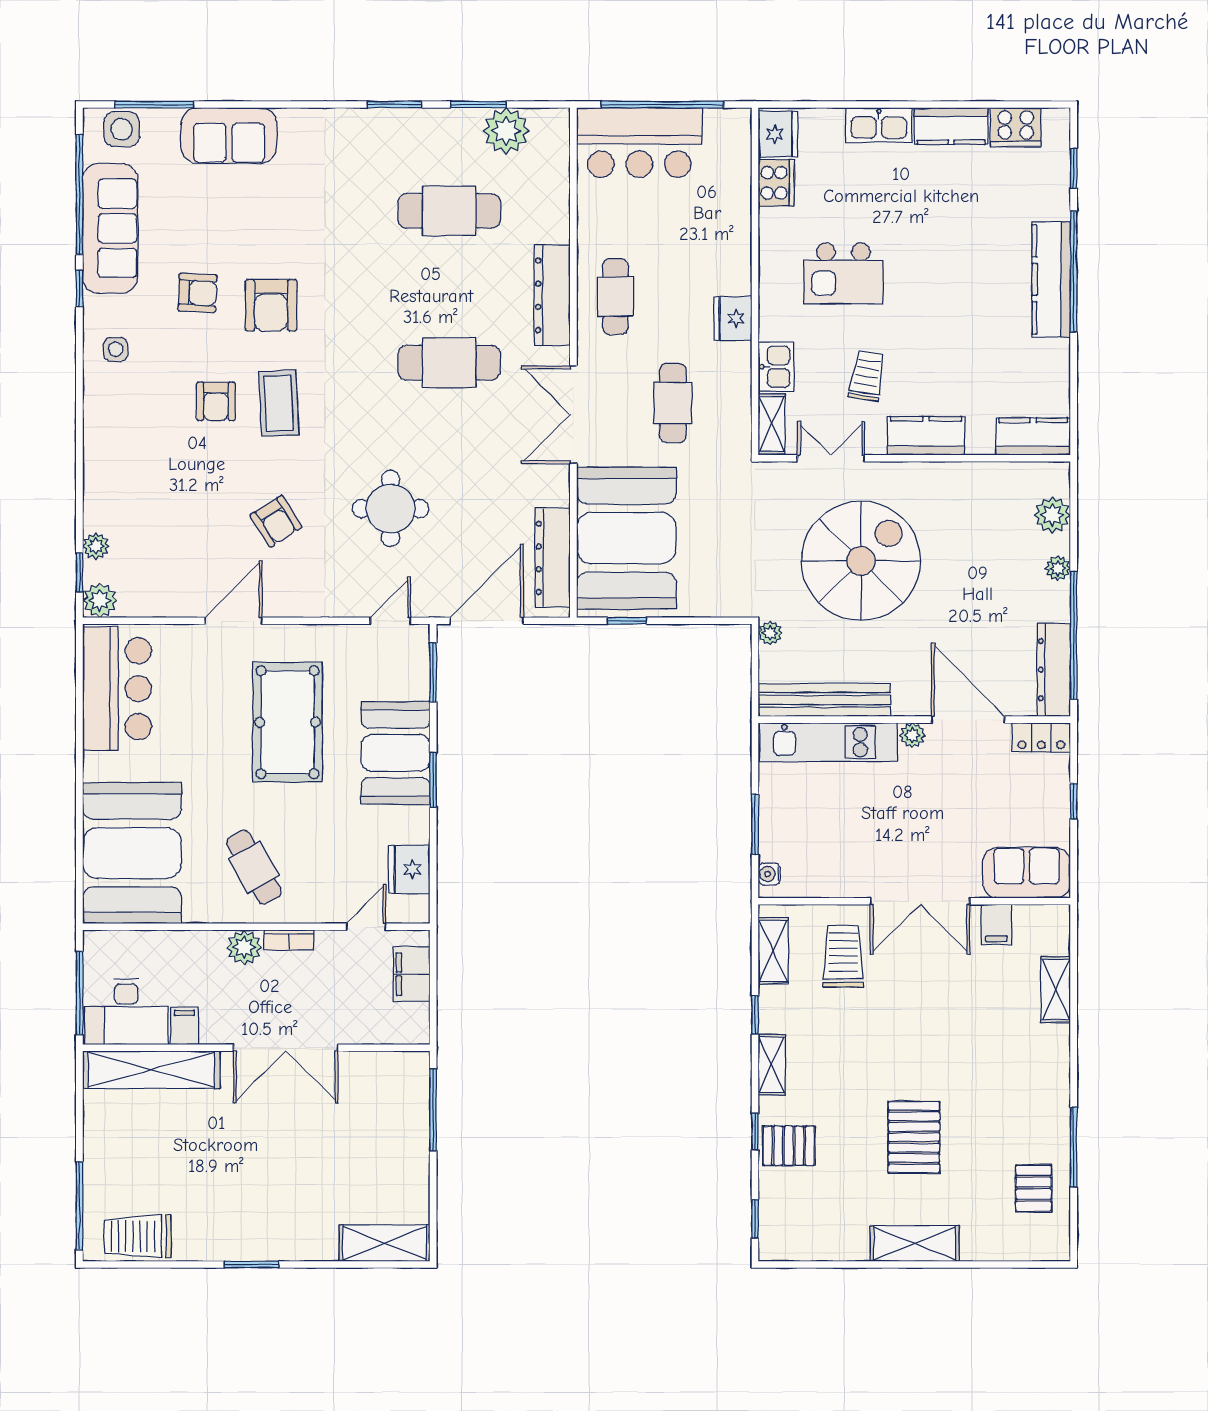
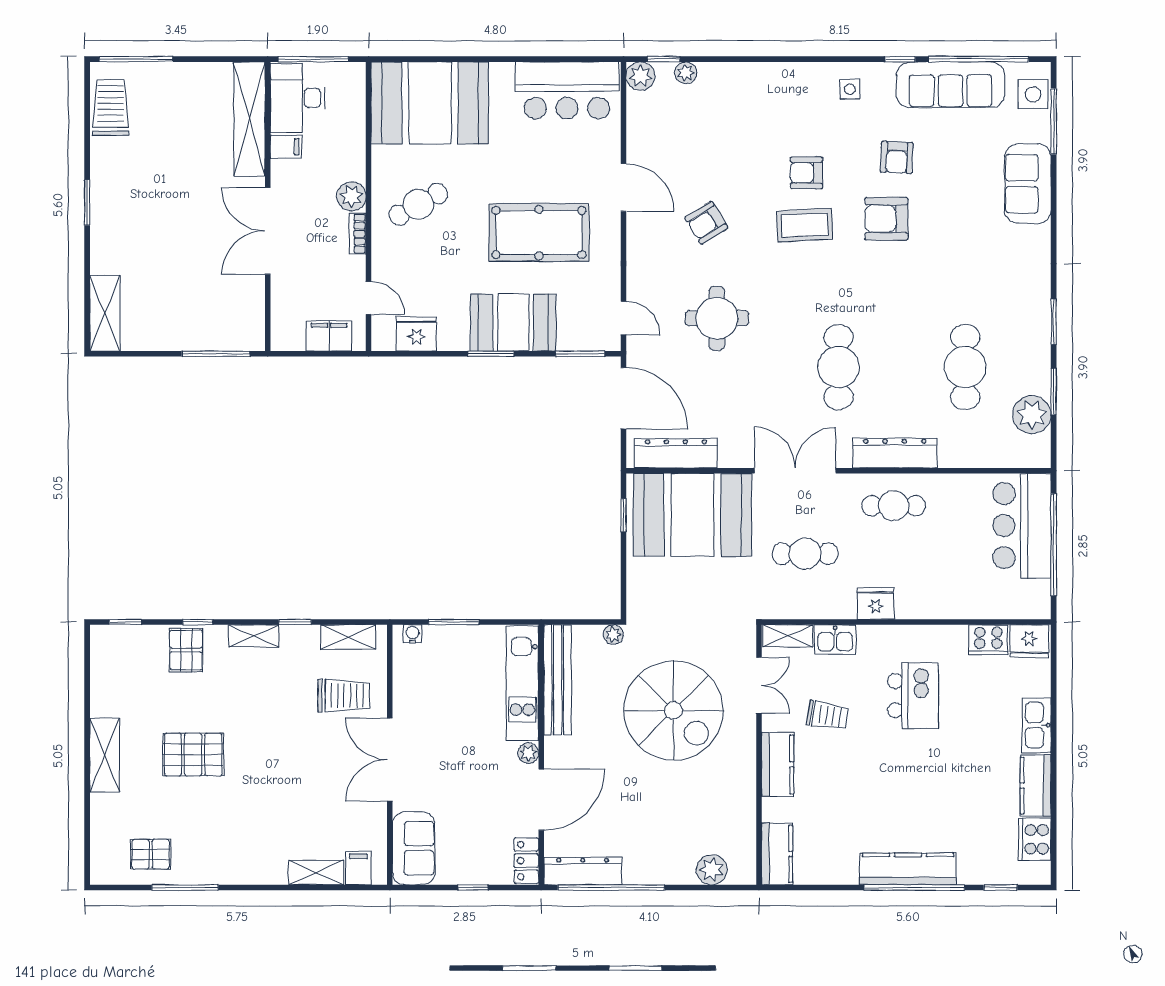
kitchen island: (843, 273) -> (913, 696), turned 180
plant: (1058, 568) -> (667, 875), removed
filing cabinet: (996, 925) -> (358, 868), moved, turned 90

